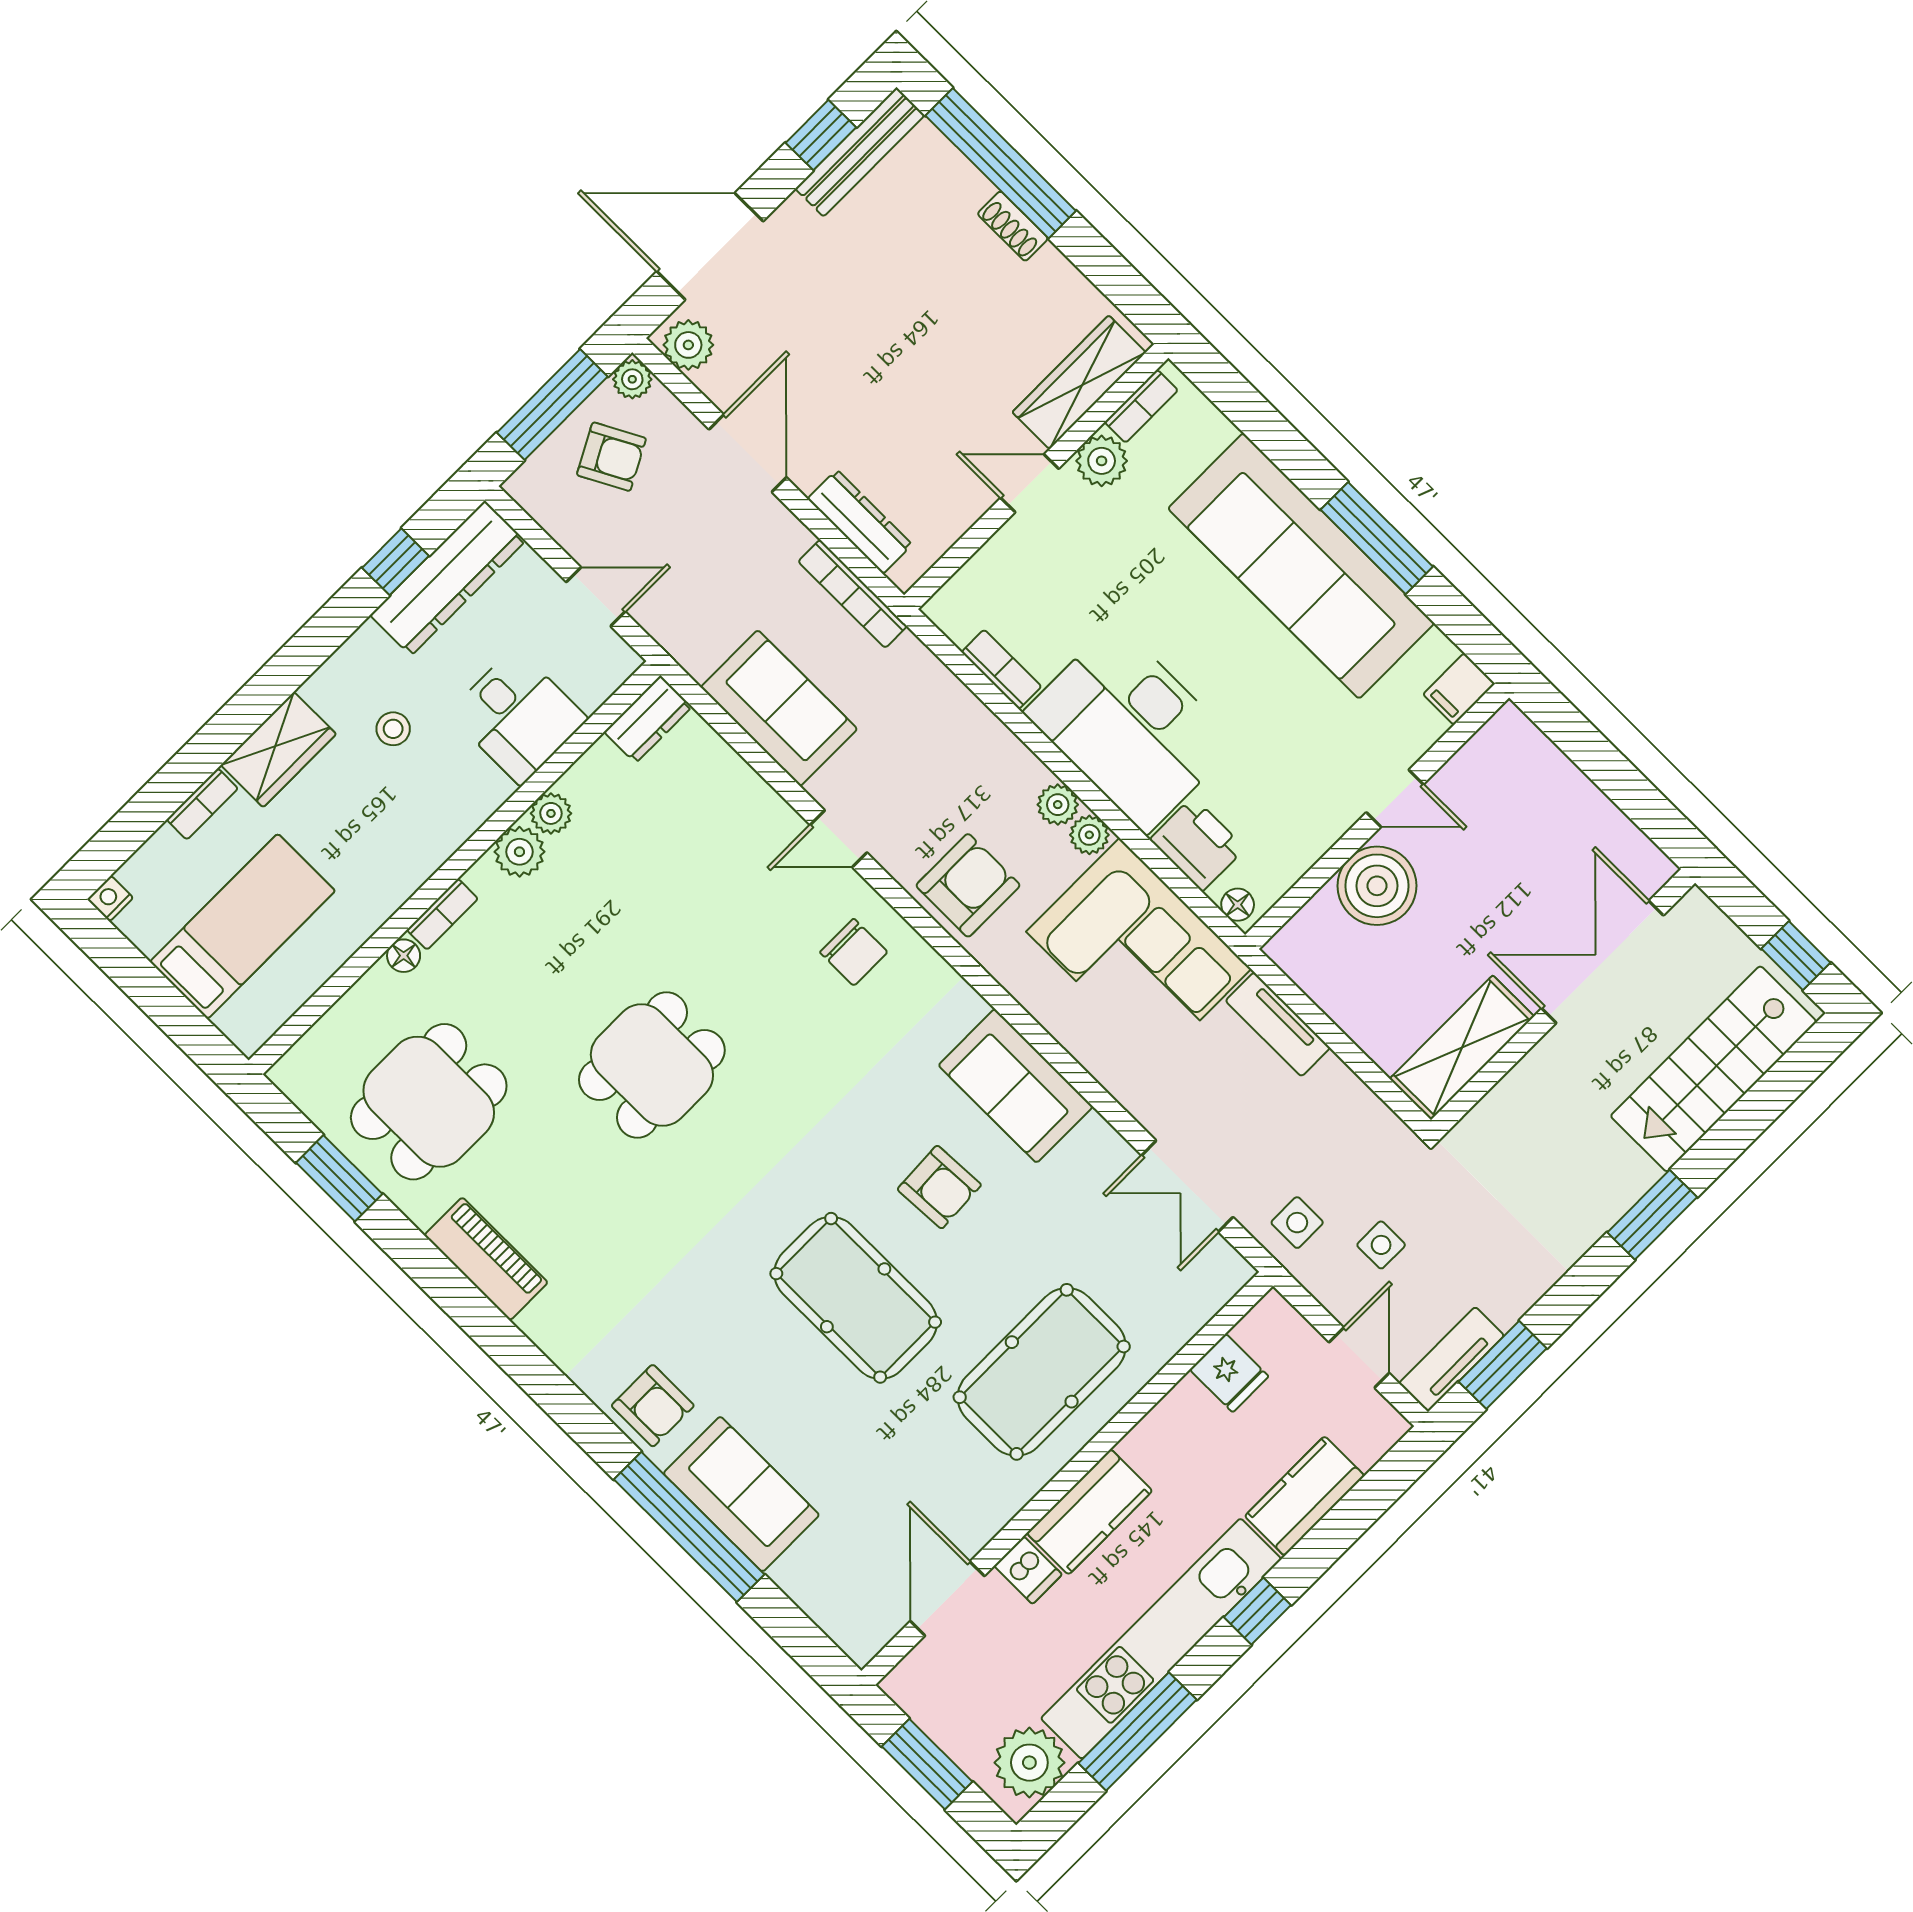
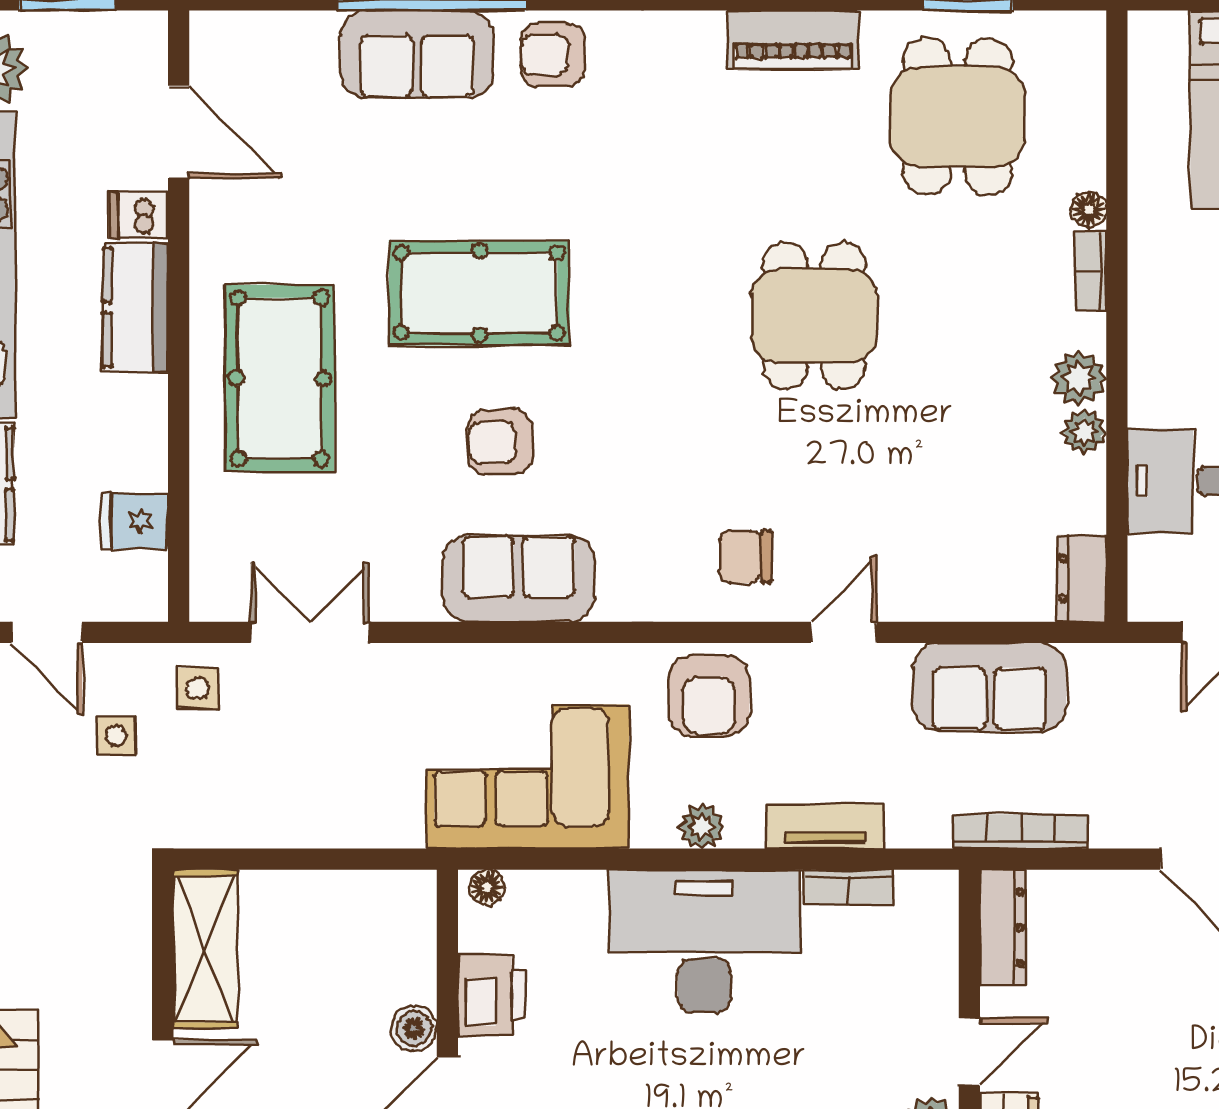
dresser: (860, 522) -> (1003, 928), moved, turned -90
plant: (1089, 835) -> (654, 827), removed
printer: (1197, 844) -> (492, 995), moved, turned -90
boiler: (1377, 886) -> (414, 1028), width x0.54, depth x0.54
tv unit: (1278, 1024) -> (825, 826), moved

